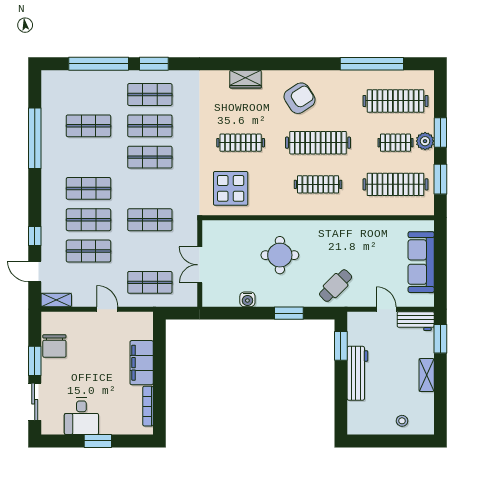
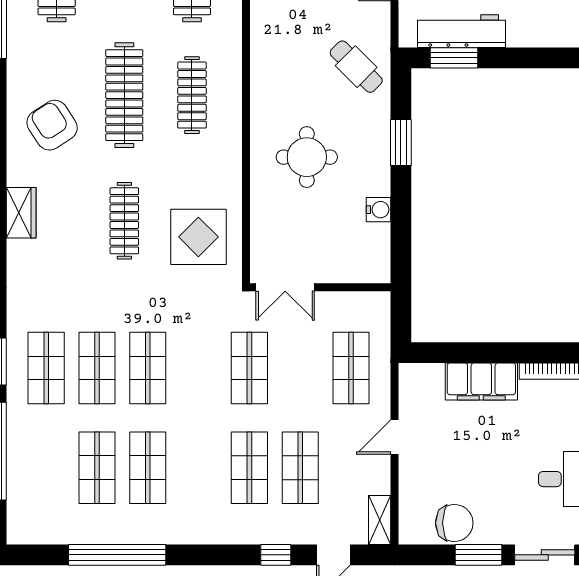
shop shelf: (88, 188) -> (148, 468), moved
double door: (200, 265) -> (285, 287), moved
workbench: (357, 373) -> (462, 31), moved

